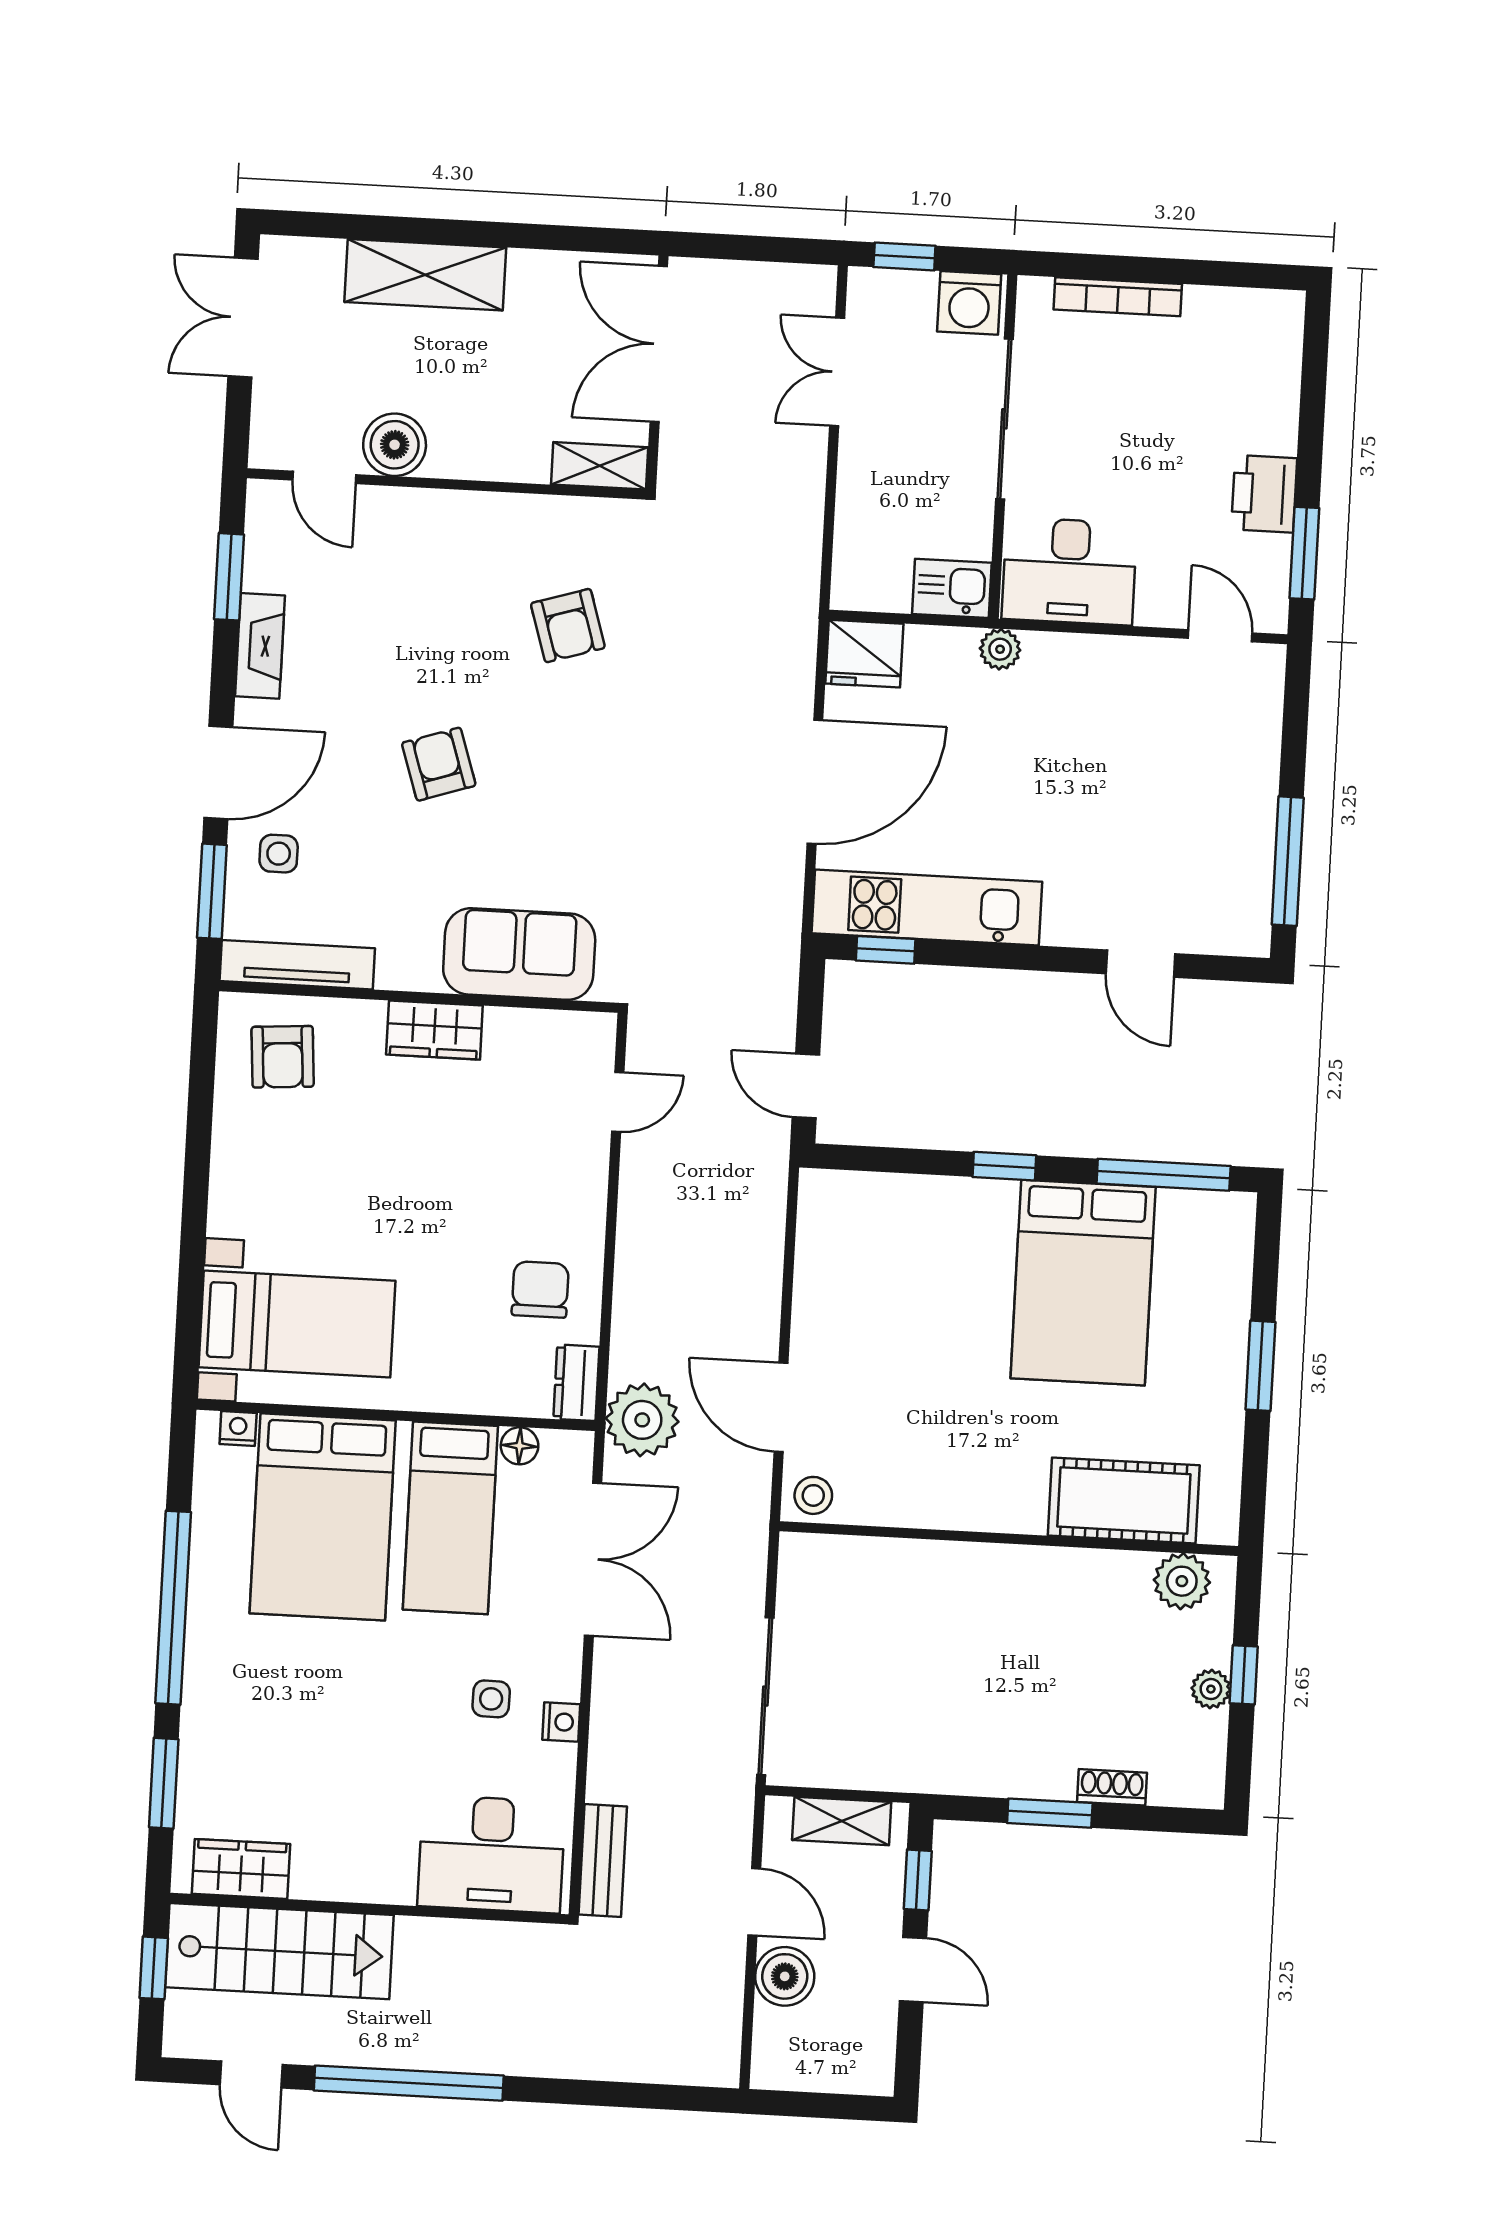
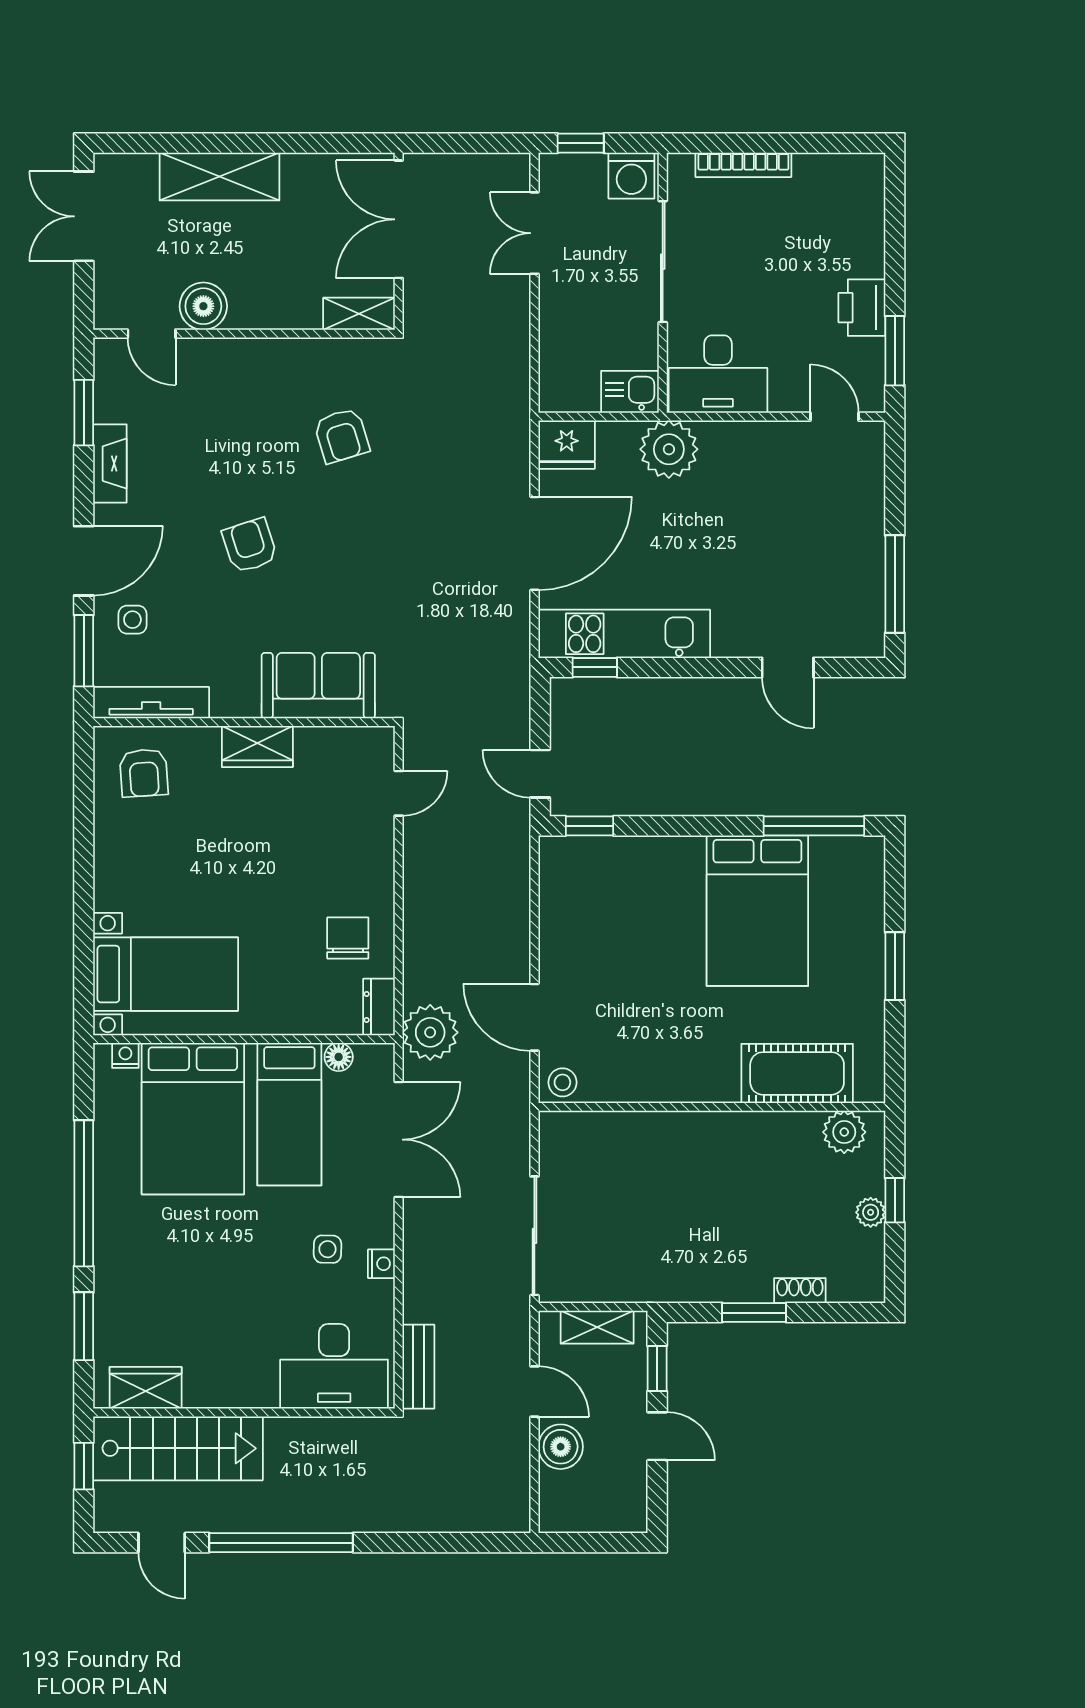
plant: (1000, 649) -> (669, 449), width x1.88, depth x1.88
window: (1004, 1166) -> (590, 826), moved

